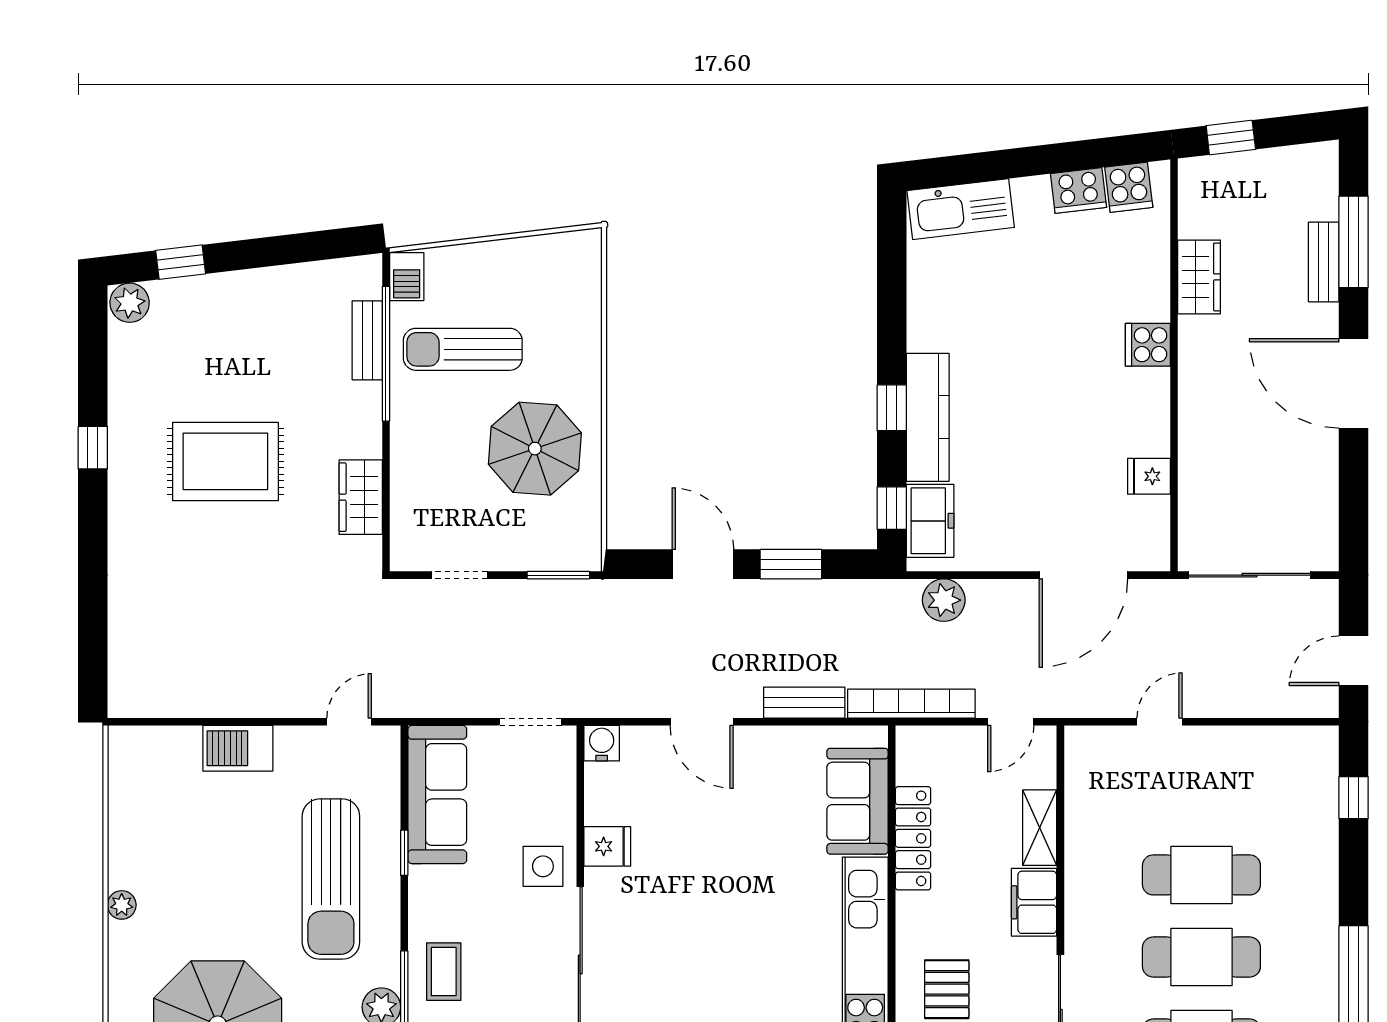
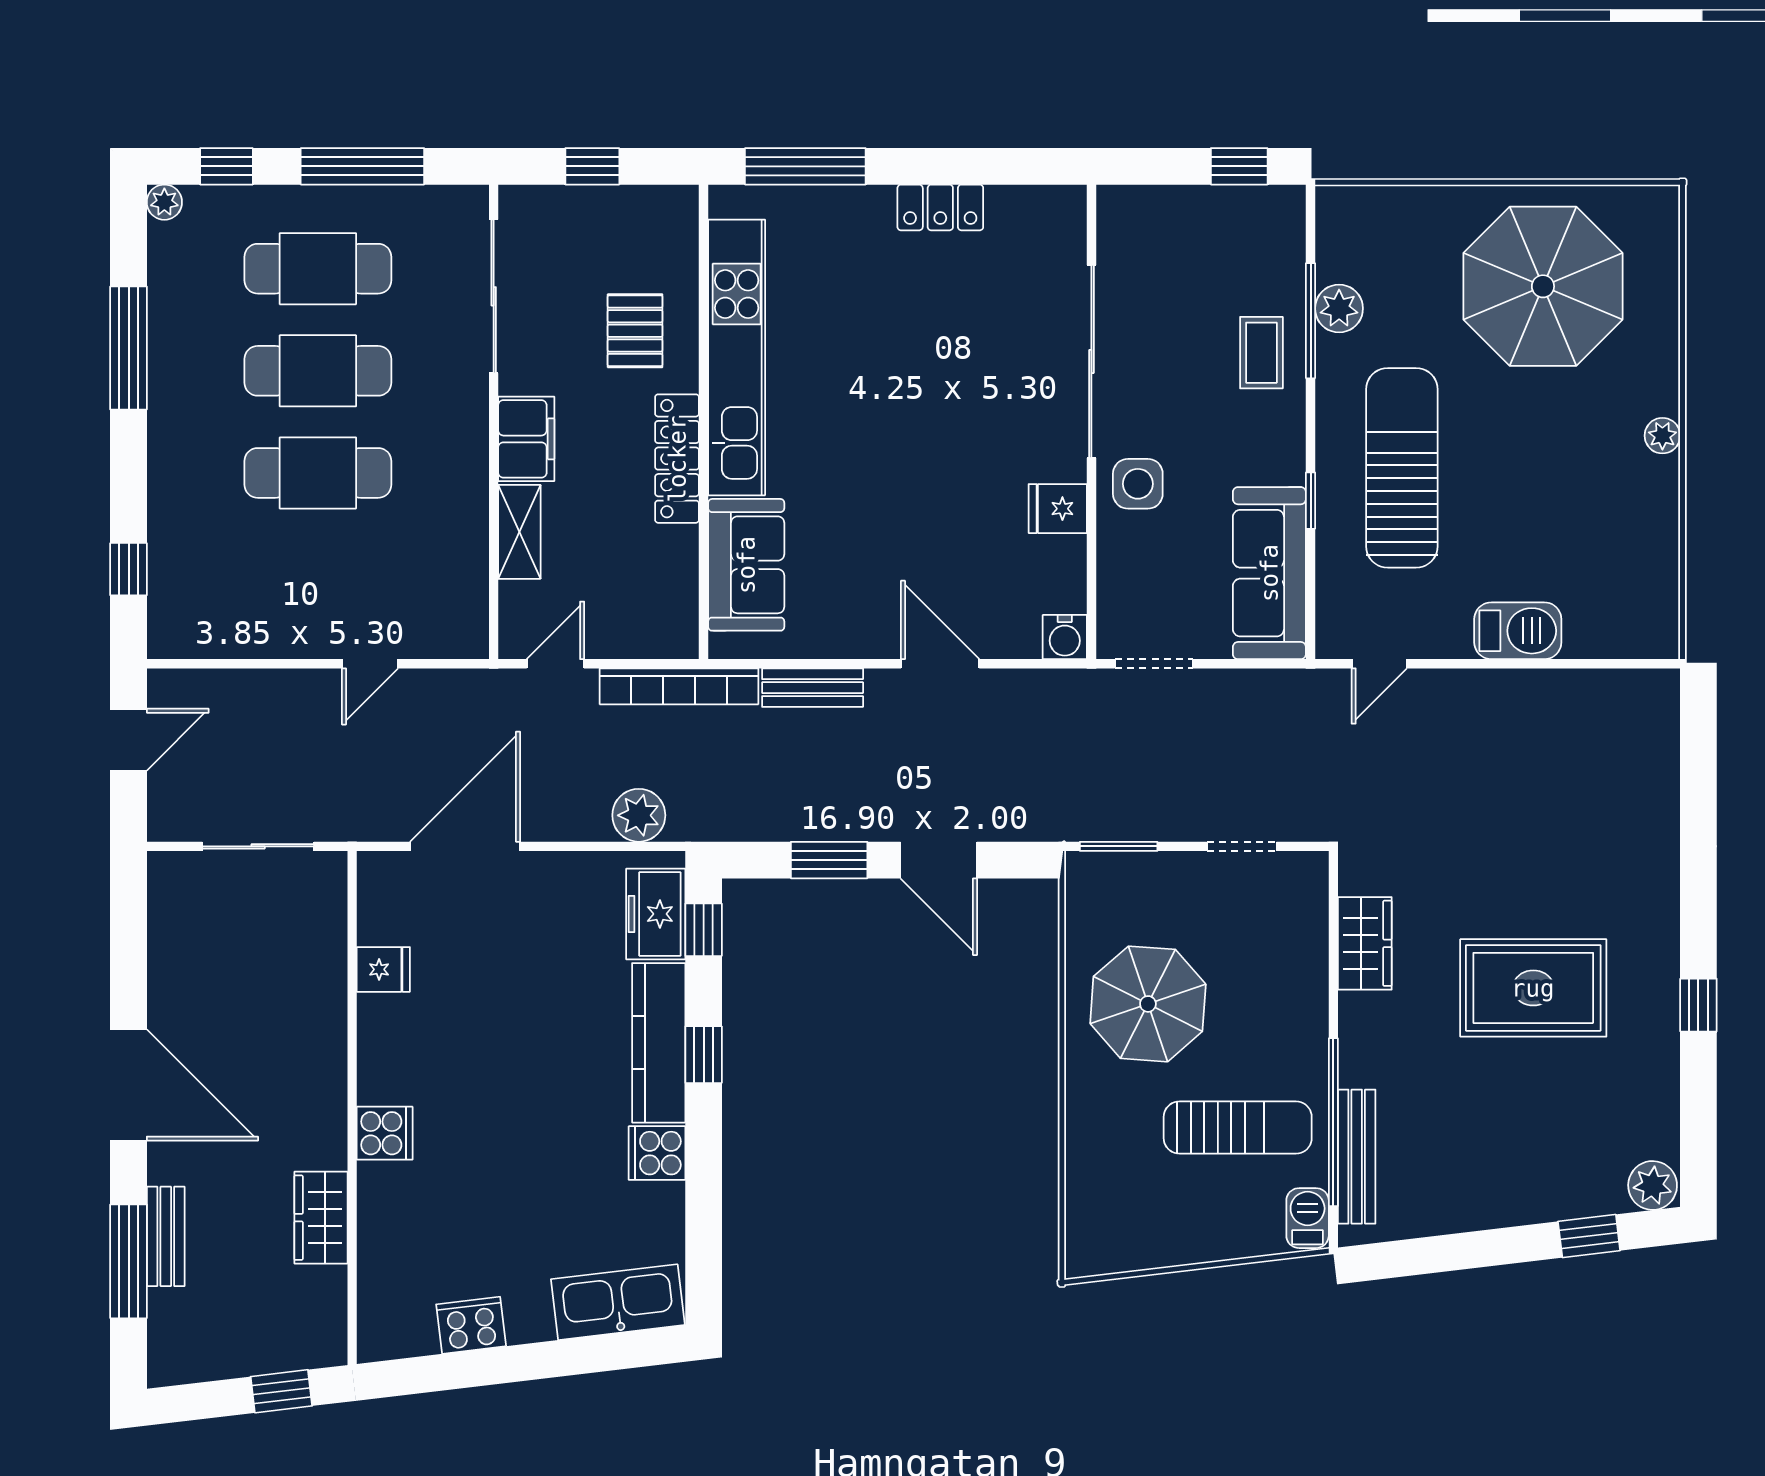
cooker: (1129, 187) -> (657, 1153), moved, turned -83
bench: (367, 340) -> (1357, 1157), width x1.36
sliding door: (1249, 575) -> (258, 846), width x0.73
locker: (913, 838) -> (677, 459), moved

